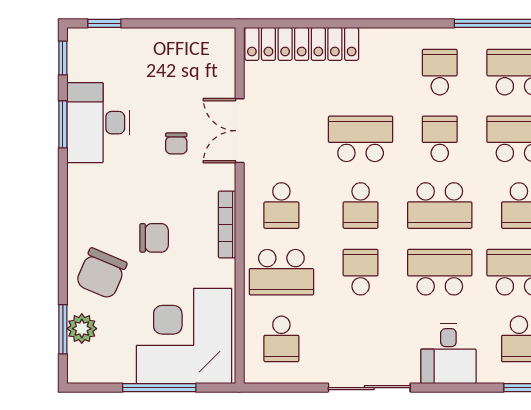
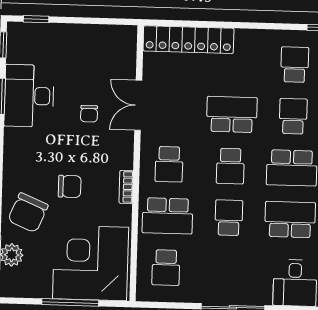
bookcase: (227, 224) -> (126, 187), width x0.64

